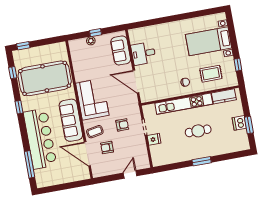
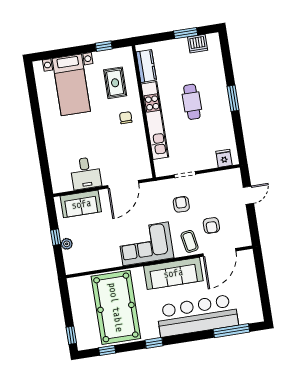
dishwasher: (239, 123) -> (198, 44), moved
fridge: (154, 139) -> (224, 158), moved
door: (130, 174) -> (248, 195), swing flipped

